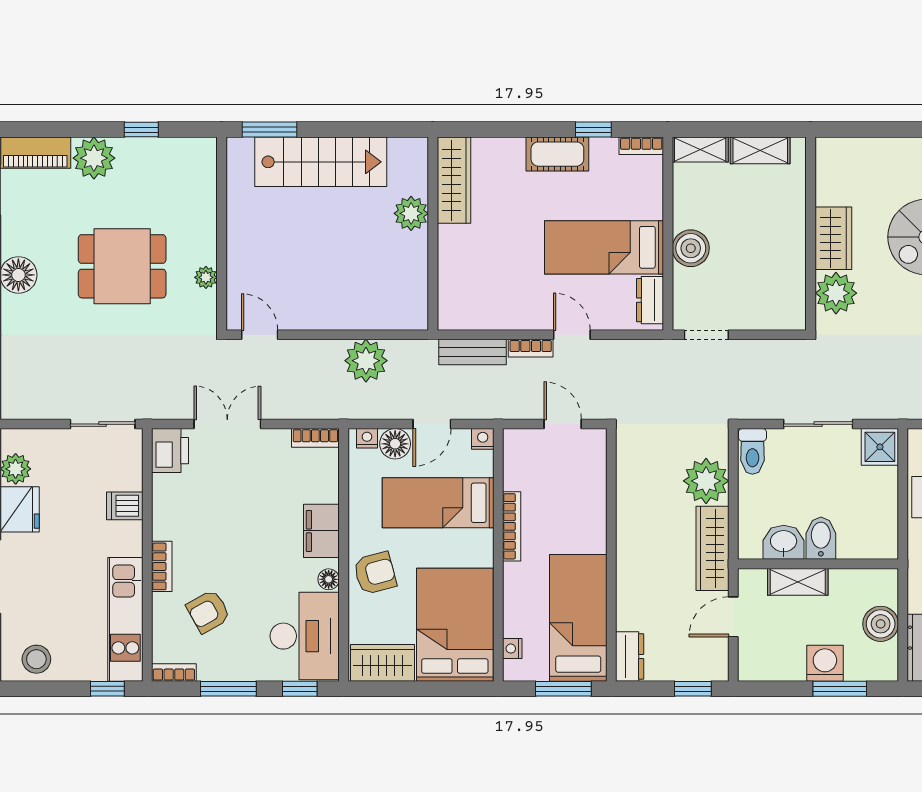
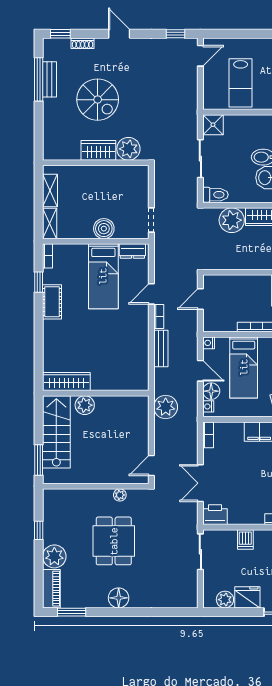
wardrobe: (454, 180) -> (66, 382), moved
plant: (411, 213) -> (85, 405), moved
wall: (433, 234) -> (96, 393), moved

